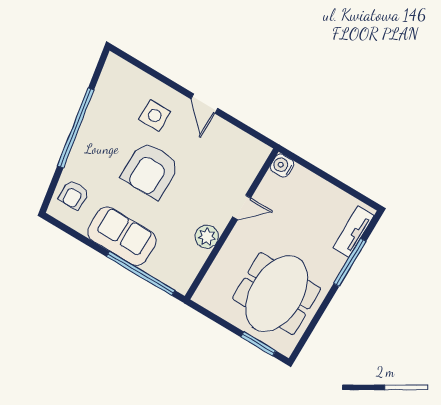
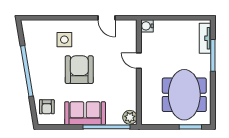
door: (204, 104) -> (106, 18), moved
armchair: (150, 170) -> (79, 70), turned 180
door: (242, 207) -> (139, 61), swing flipped
plant: (207, 237) -> (130, 117), moved

